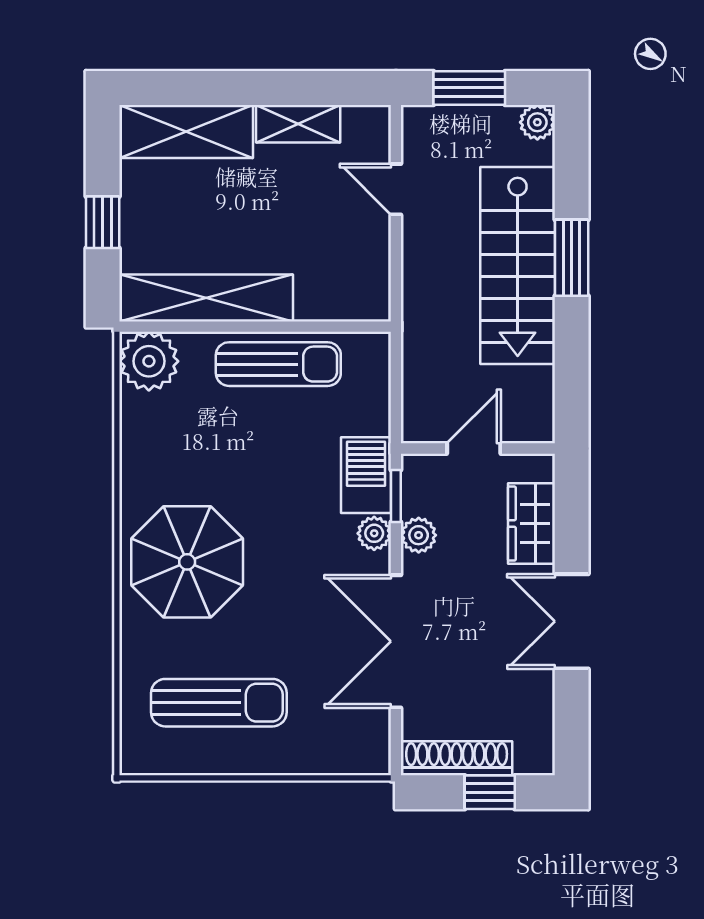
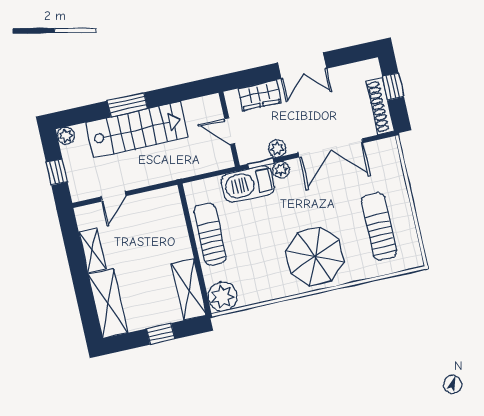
window: (469, 88) -> (57, 172), width x0.67
shelving: (206, 298) -> (189, 289), width x0.68
barbecue: (366, 475) -> (248, 184), width x1.37, depth x1.21

